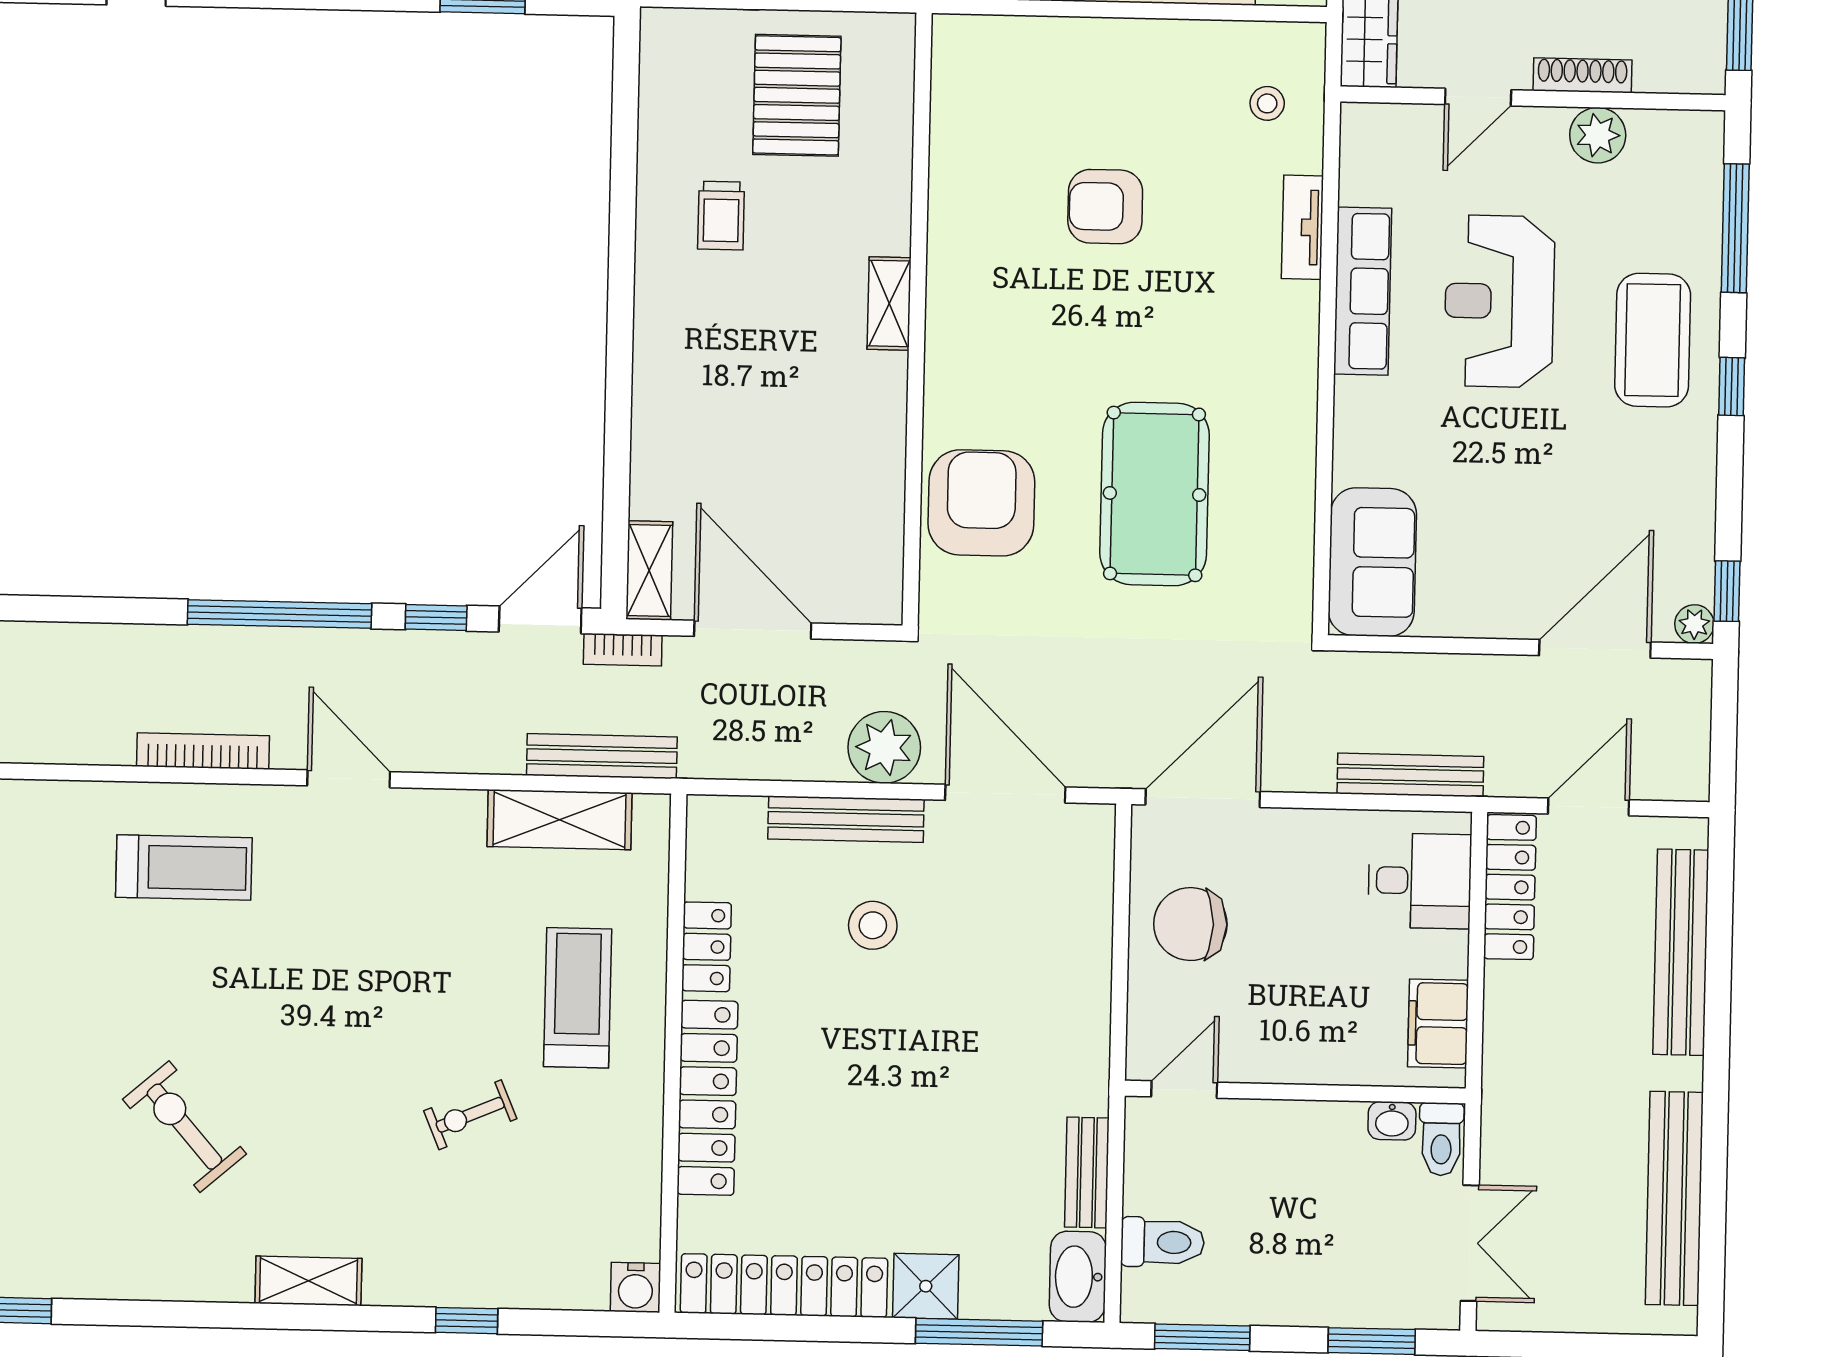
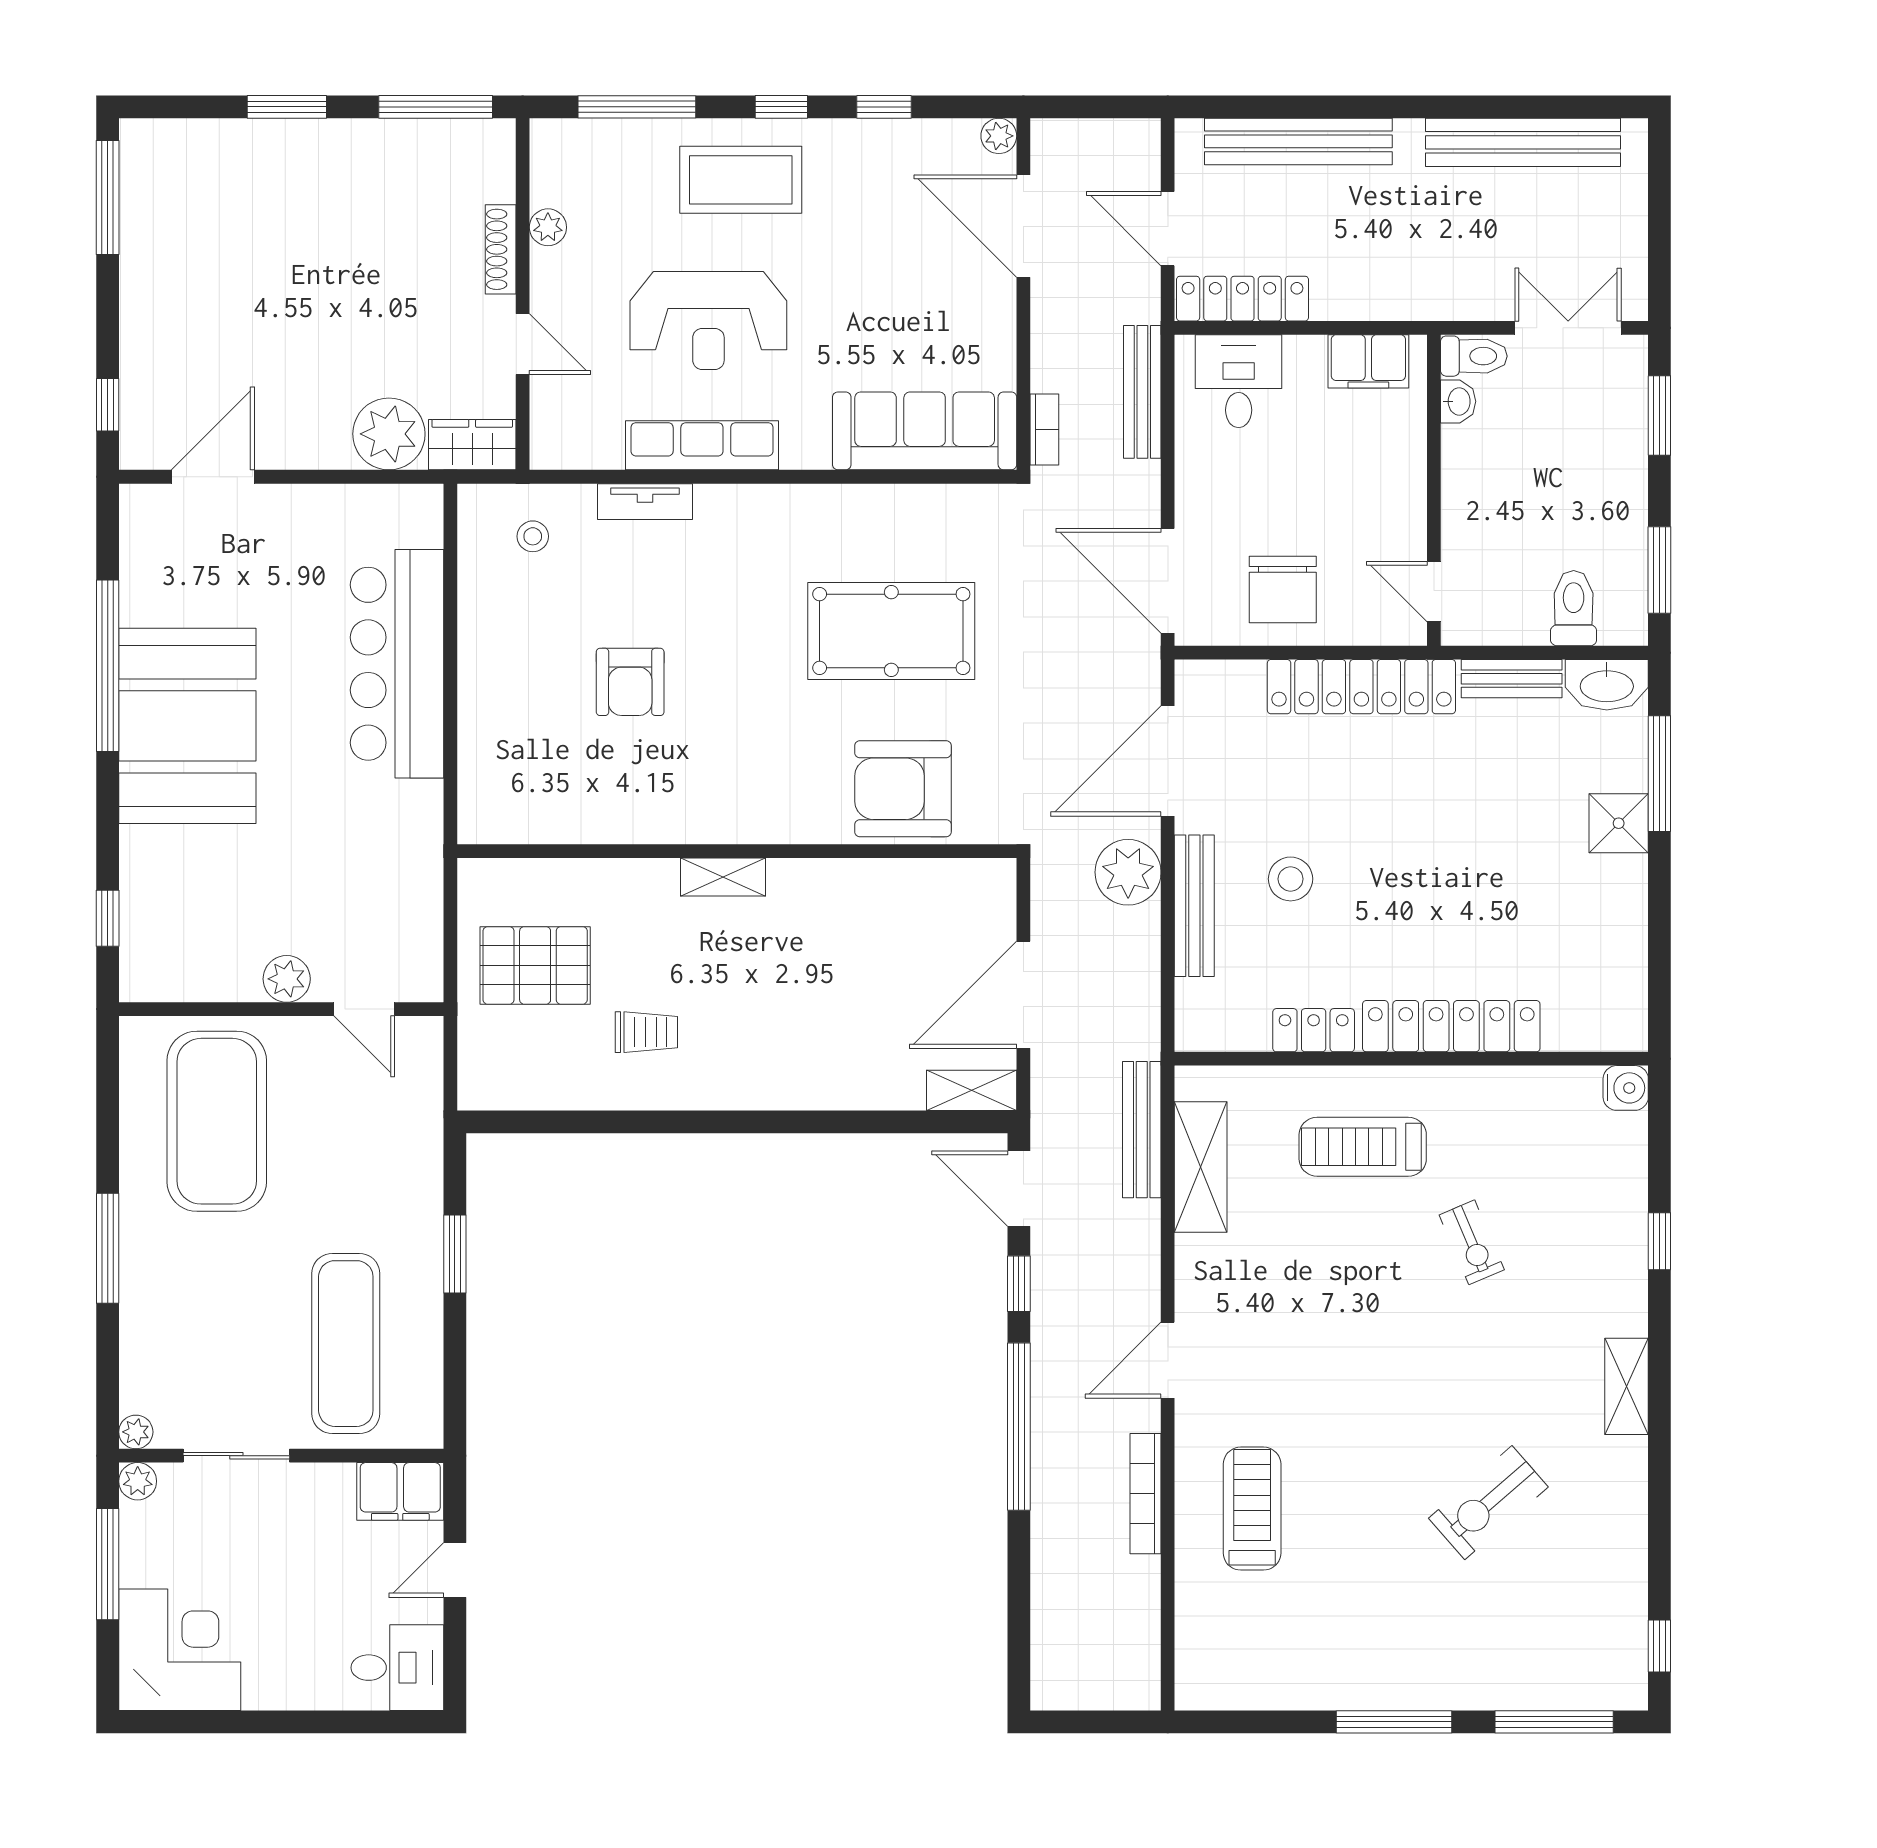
plant: (1598, 135) -> (548, 227), width x0.73, depth x0.73
sofa: (1372, 562) -> (925, 431), width x1.36
window: (1727, 591) -> (884, 107), moved
bookcase: (623, 650) -> (1044, 429), moved
locker: (784, 1286) -> (1361, 687), moved, turned -90

